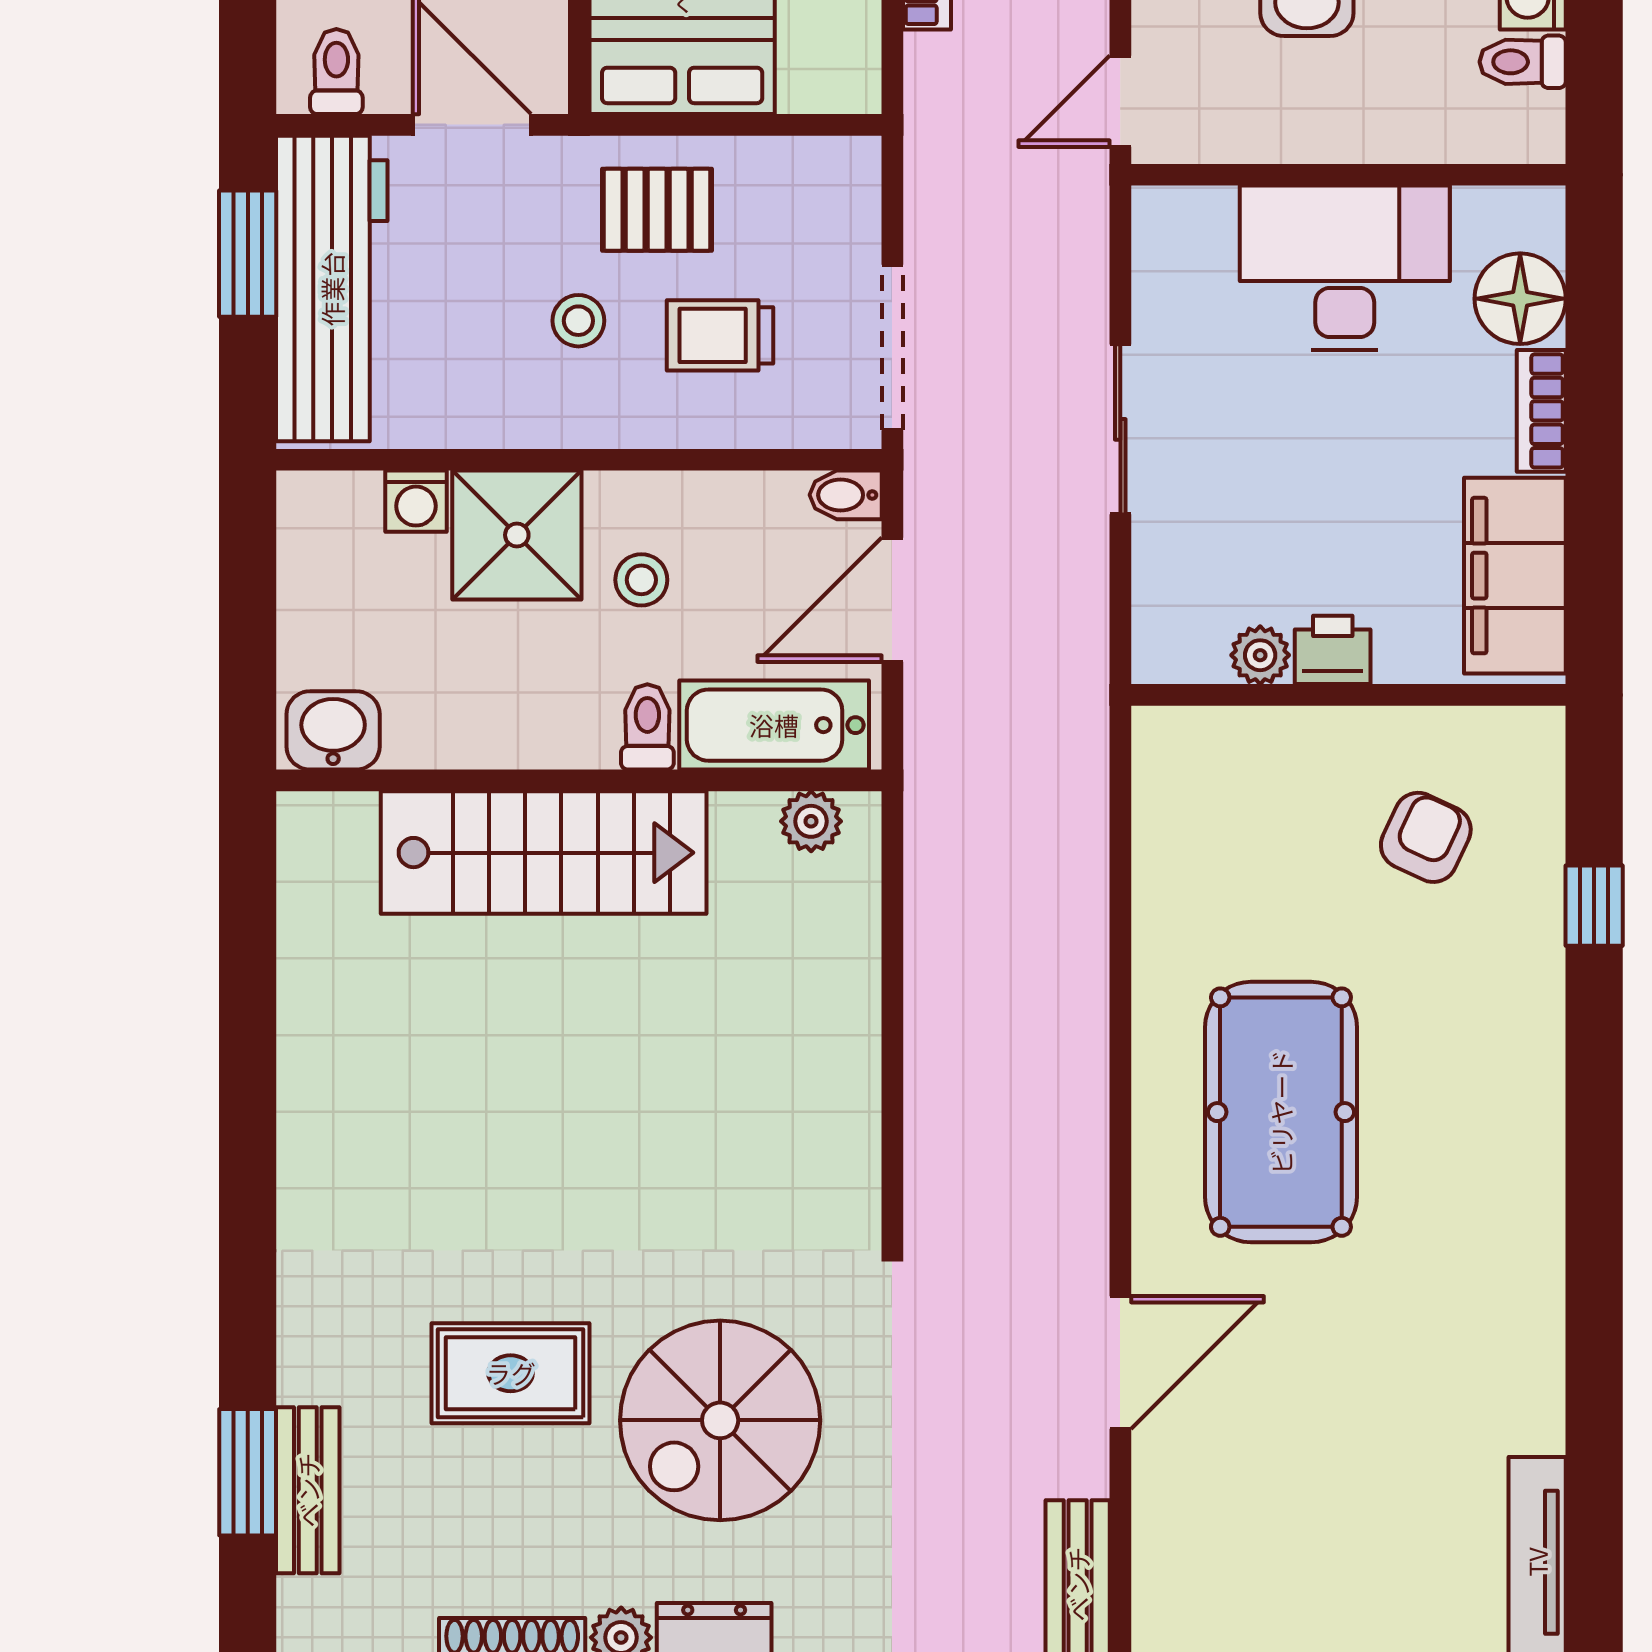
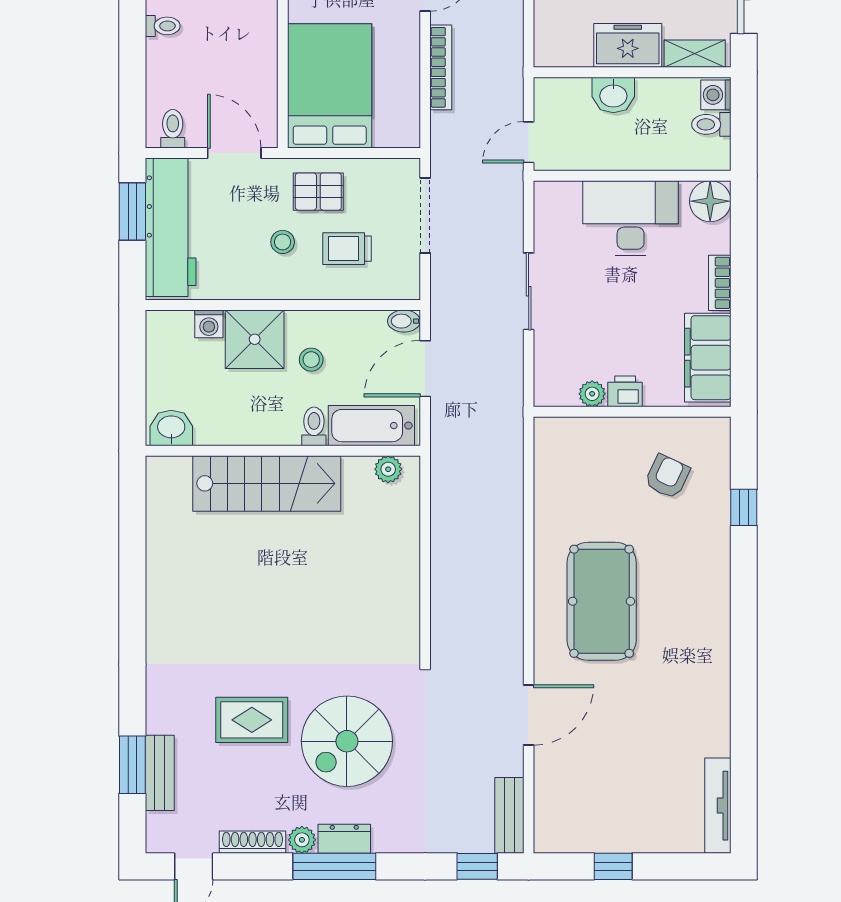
floor lamp: (1520, 299) -> (710, 201), moved
doorway: (892, 347) -> (425, 215), moved

